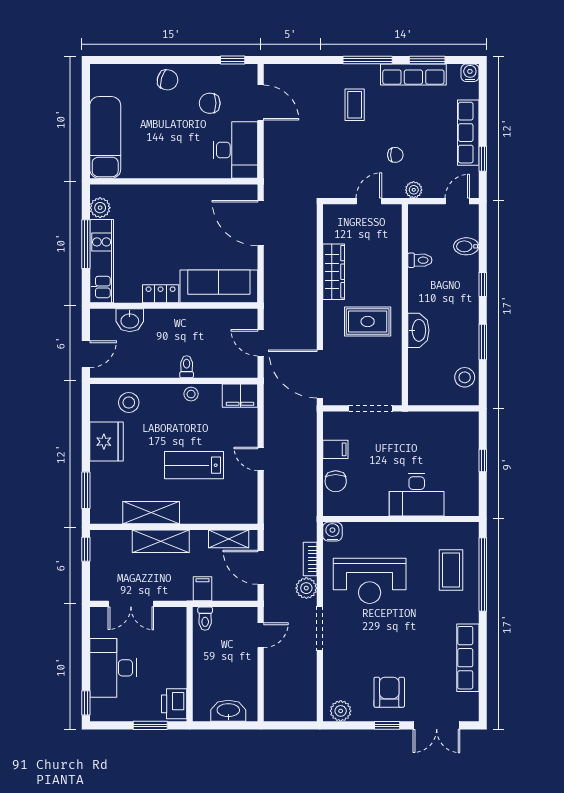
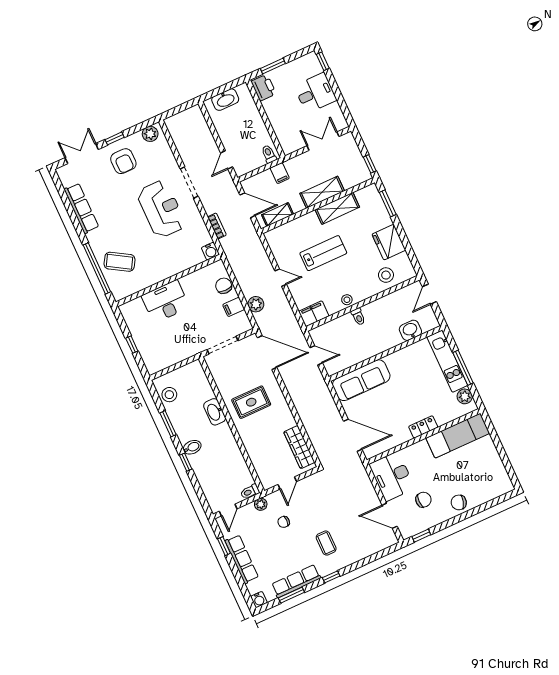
window: (368, 60) -> (331, 577), width x0.46
exam couch: (105, 137) -> (458, 436), moved, turned -90
bidet: (466, 246) -> (192, 447), moved
toilet: (420, 260) -> (250, 492), moved
wardrobe: (334, 272) -> (299, 447), moved
locker: (161, 294) -> (423, 427), moved, turned 180
coffee table: (451, 570) -> (120, 262), turned -59
reception desk: (370, 581) -> (161, 209), moved, turned 90
plant: (306, 588) -> (256, 304), moved
desk: (113, 668) -> (315, 93), width x0.73

